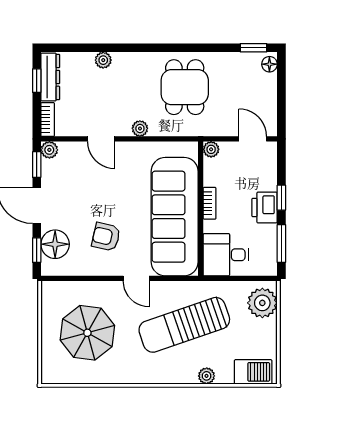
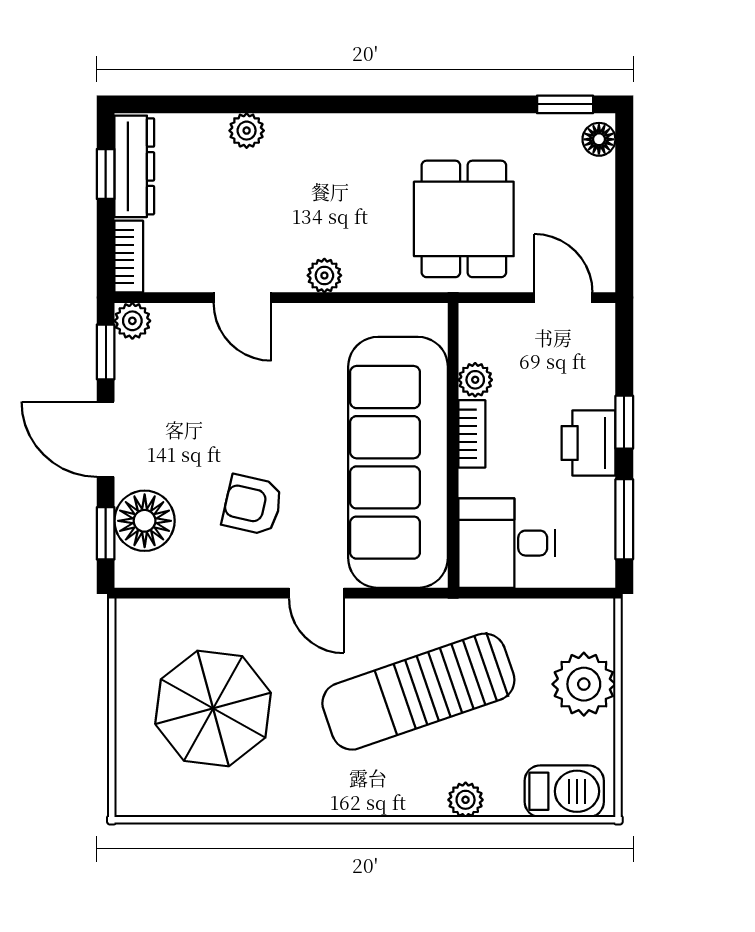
dining table: (185, 87) -> (464, 219), moved
plant: (211, 149) -> (475, 380), moved
plant: (262, 303) -> (584, 684), moved

